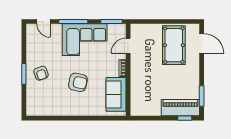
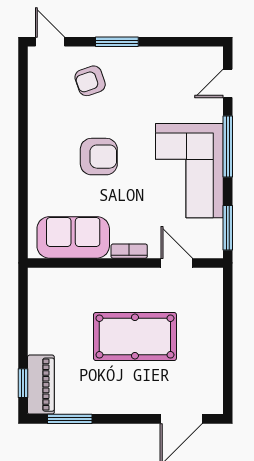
pool table: (174, 45) -> (135, 337), moved
armchair: (41, 73) -> (90, 81), moved
armchair: (78, 82) -> (99, 157), turned -102
door: (24, 105) -> (50, 42), added
piano: (180, 108) -> (41, 385), width x0.73, depth x0.75

